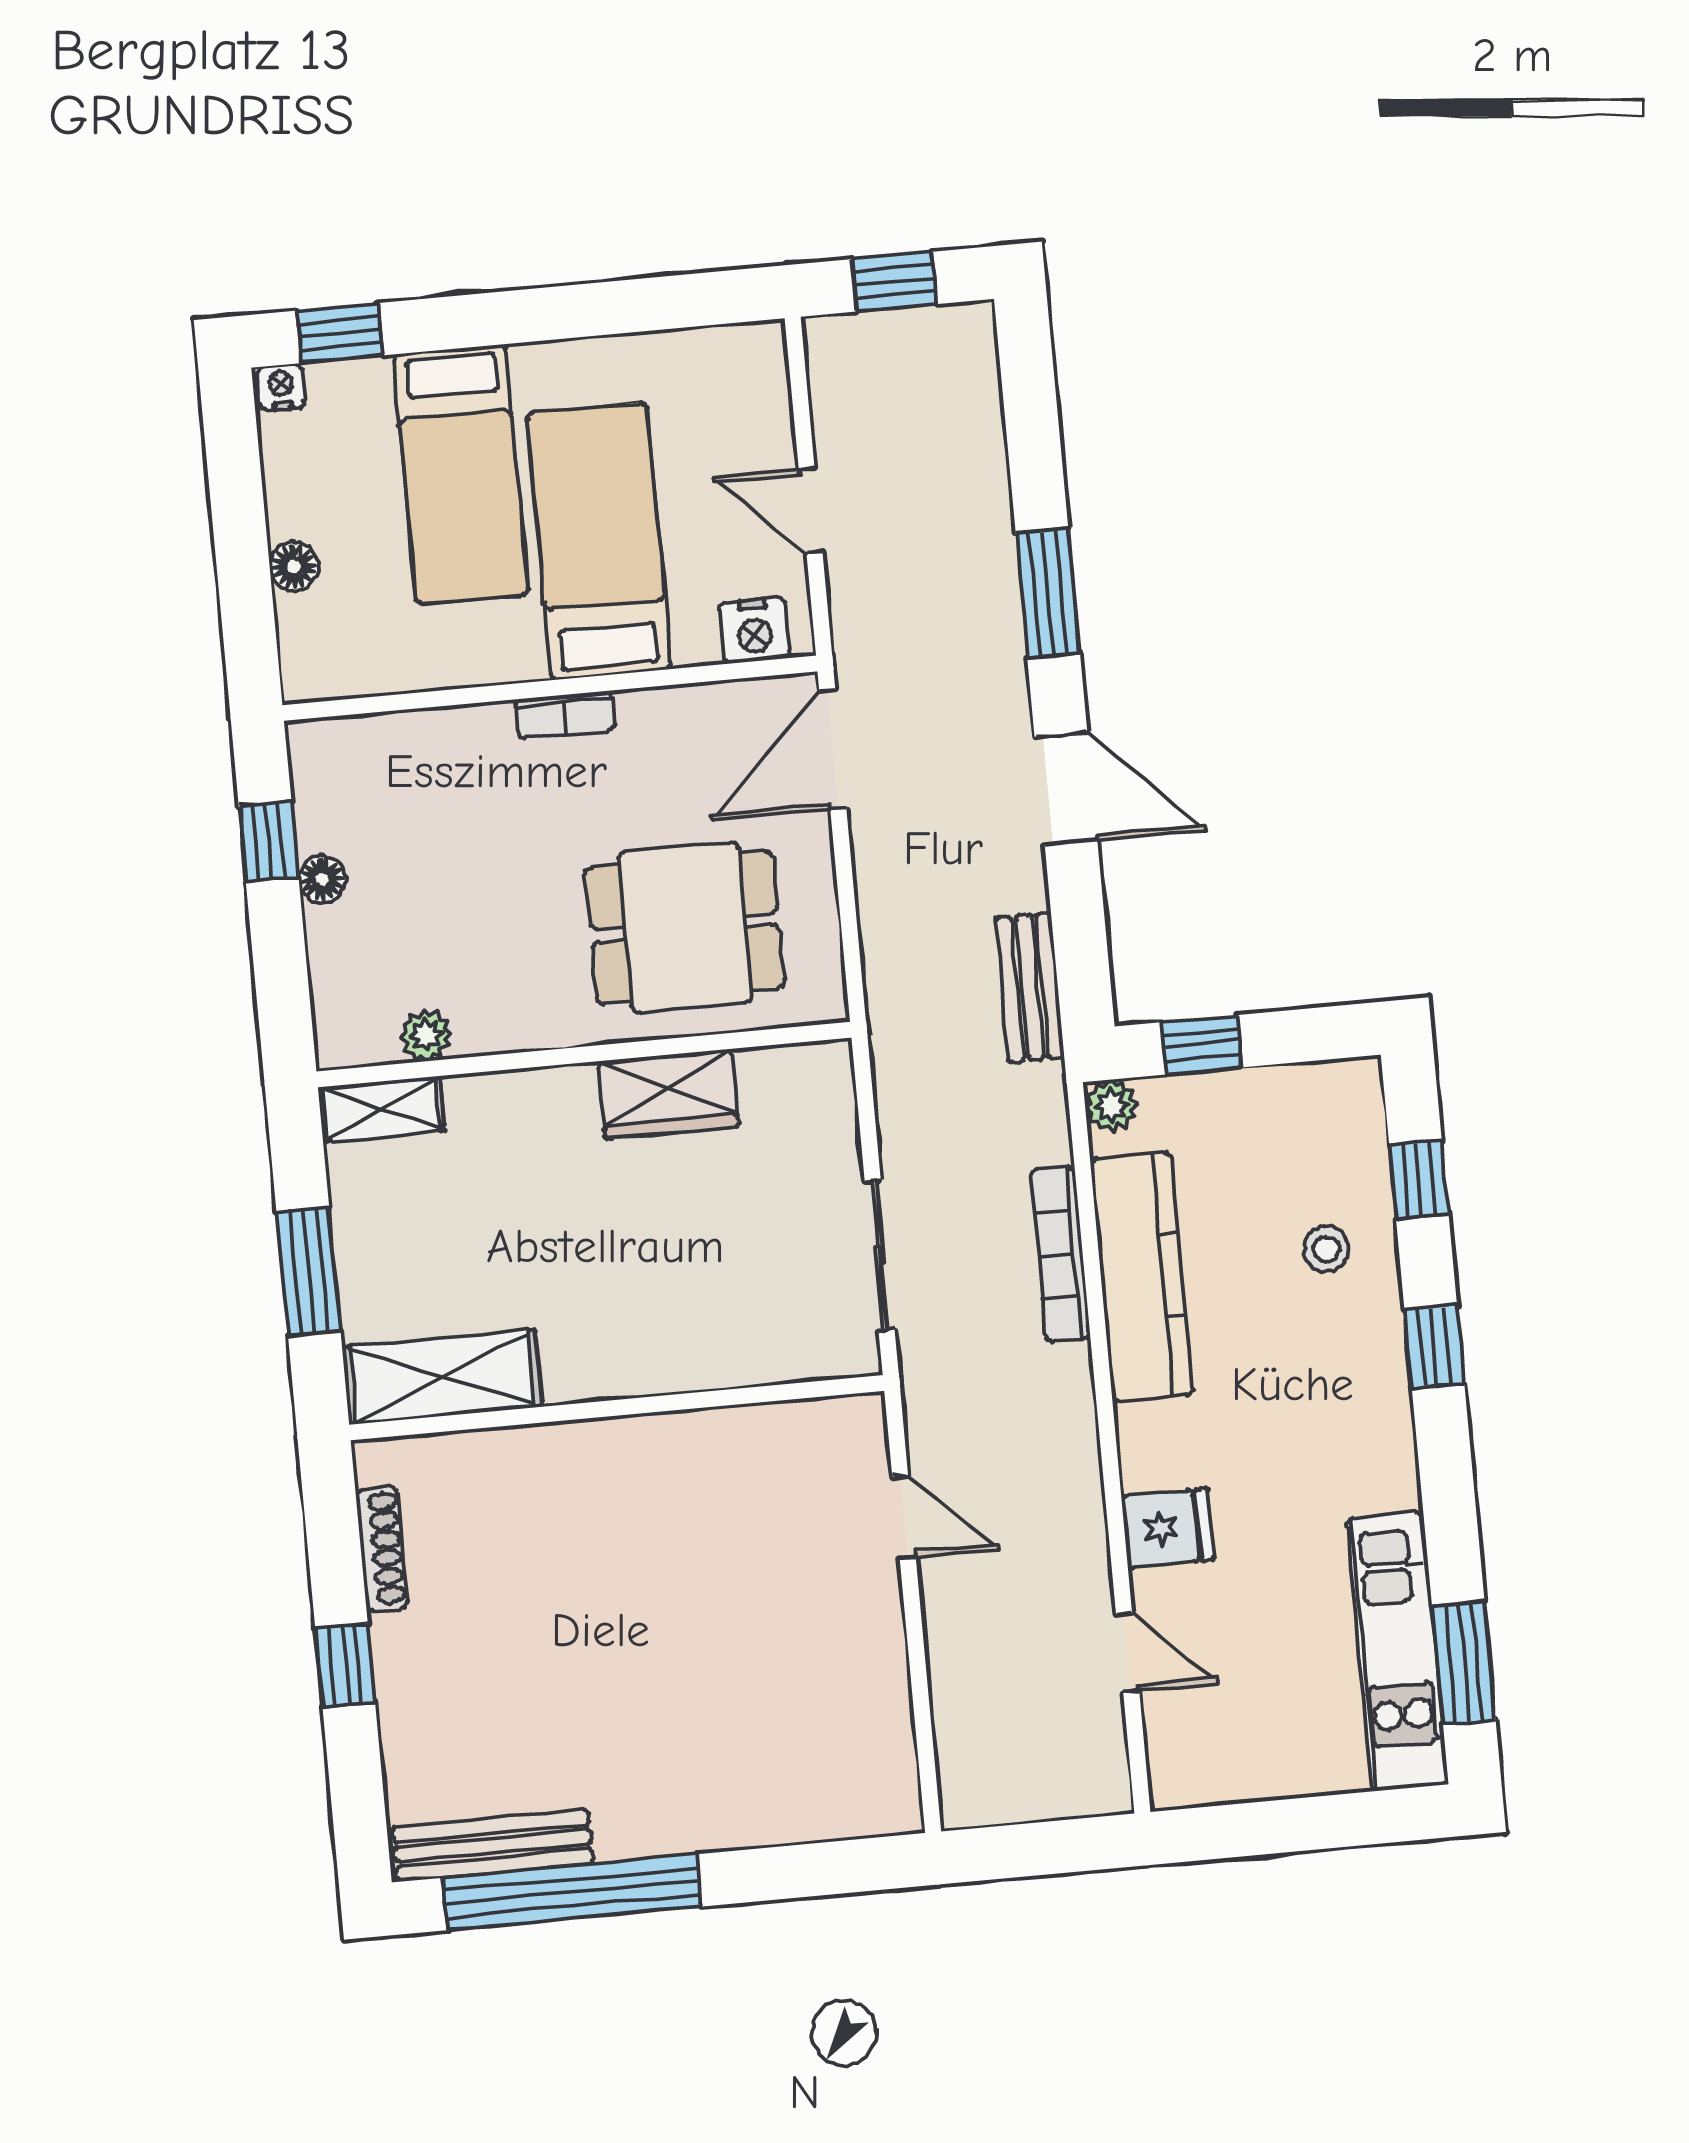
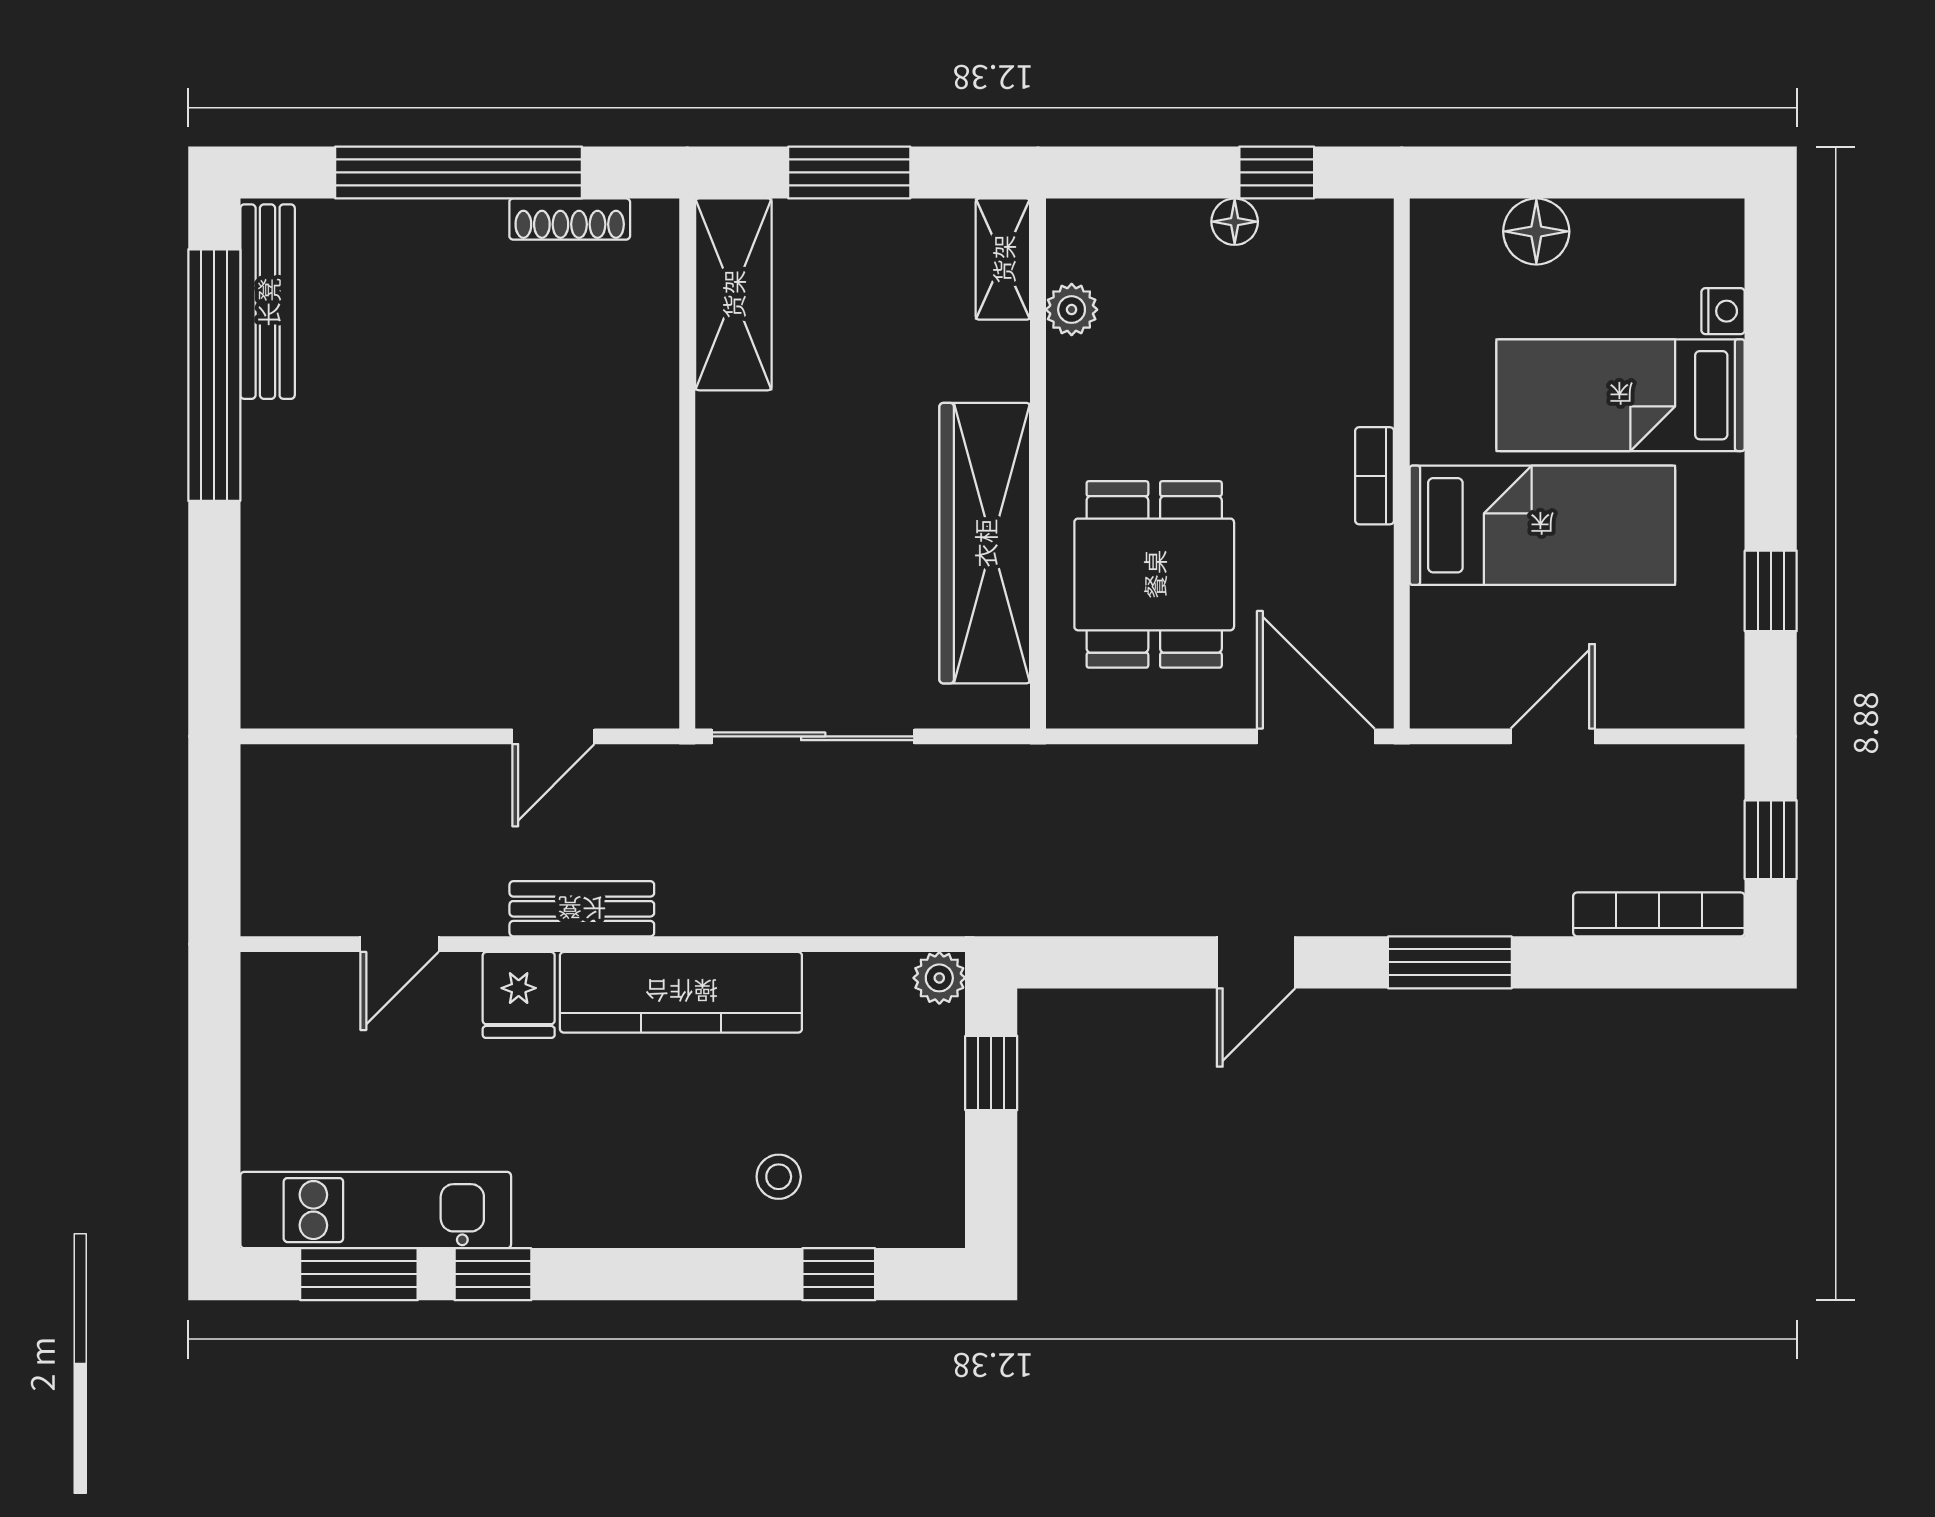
window: (340, 333) -> (1771, 591), moved
nightstand: (281, 387) -> (1723, 311), moved
floor lamp: (294, 566) -> (1536, 231), width x1.37, depth x1.37
nightstand: (755, 631) -> (1440, 670), removed
door: (1066, 788) -> (1256, 962), width x0.73
bench: (1030, 987) -> (582, 909), moved
wardrobe: (668, 1094) -> (985, 543), width x2.10, depth x1.17
bookcase: (1060, 1254) -> (1659, 914), moved
sliding door: (880, 1255) -> (813, 736), width x1.37
kitchen counter: (1142, 1277) -> (681, 992), moved
window: (1434, 1347) -> (493, 1274), moved
window: (345, 1665) -> (459, 172), width x3.17

